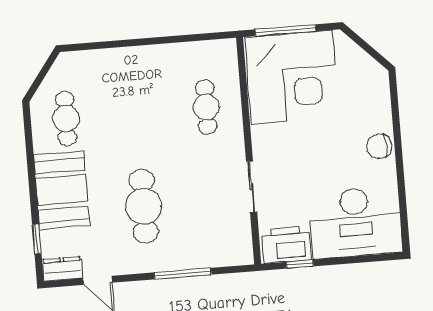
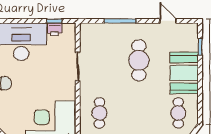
printer: (286, 245) -> (55, 29), width x0.53, depth x0.68
dresser: (62, 269) -> (187, 29), removed

